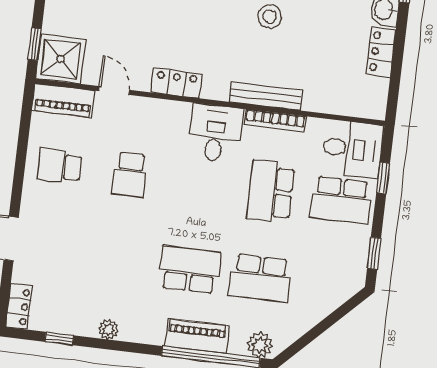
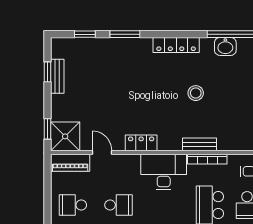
bench: (266, 96) -> (199, 144), width x0.73
desk: (215, 133) -> (164, 172), width x1.37
school desk: (130, 175) -> (119, 205), turned -90

